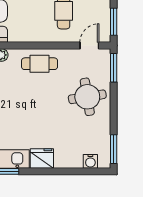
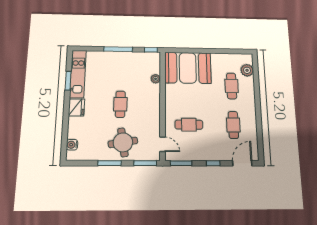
cafe table: (40, 64) -> (120, 104), moved
window: (114, 149) -> (110, 163), moved

